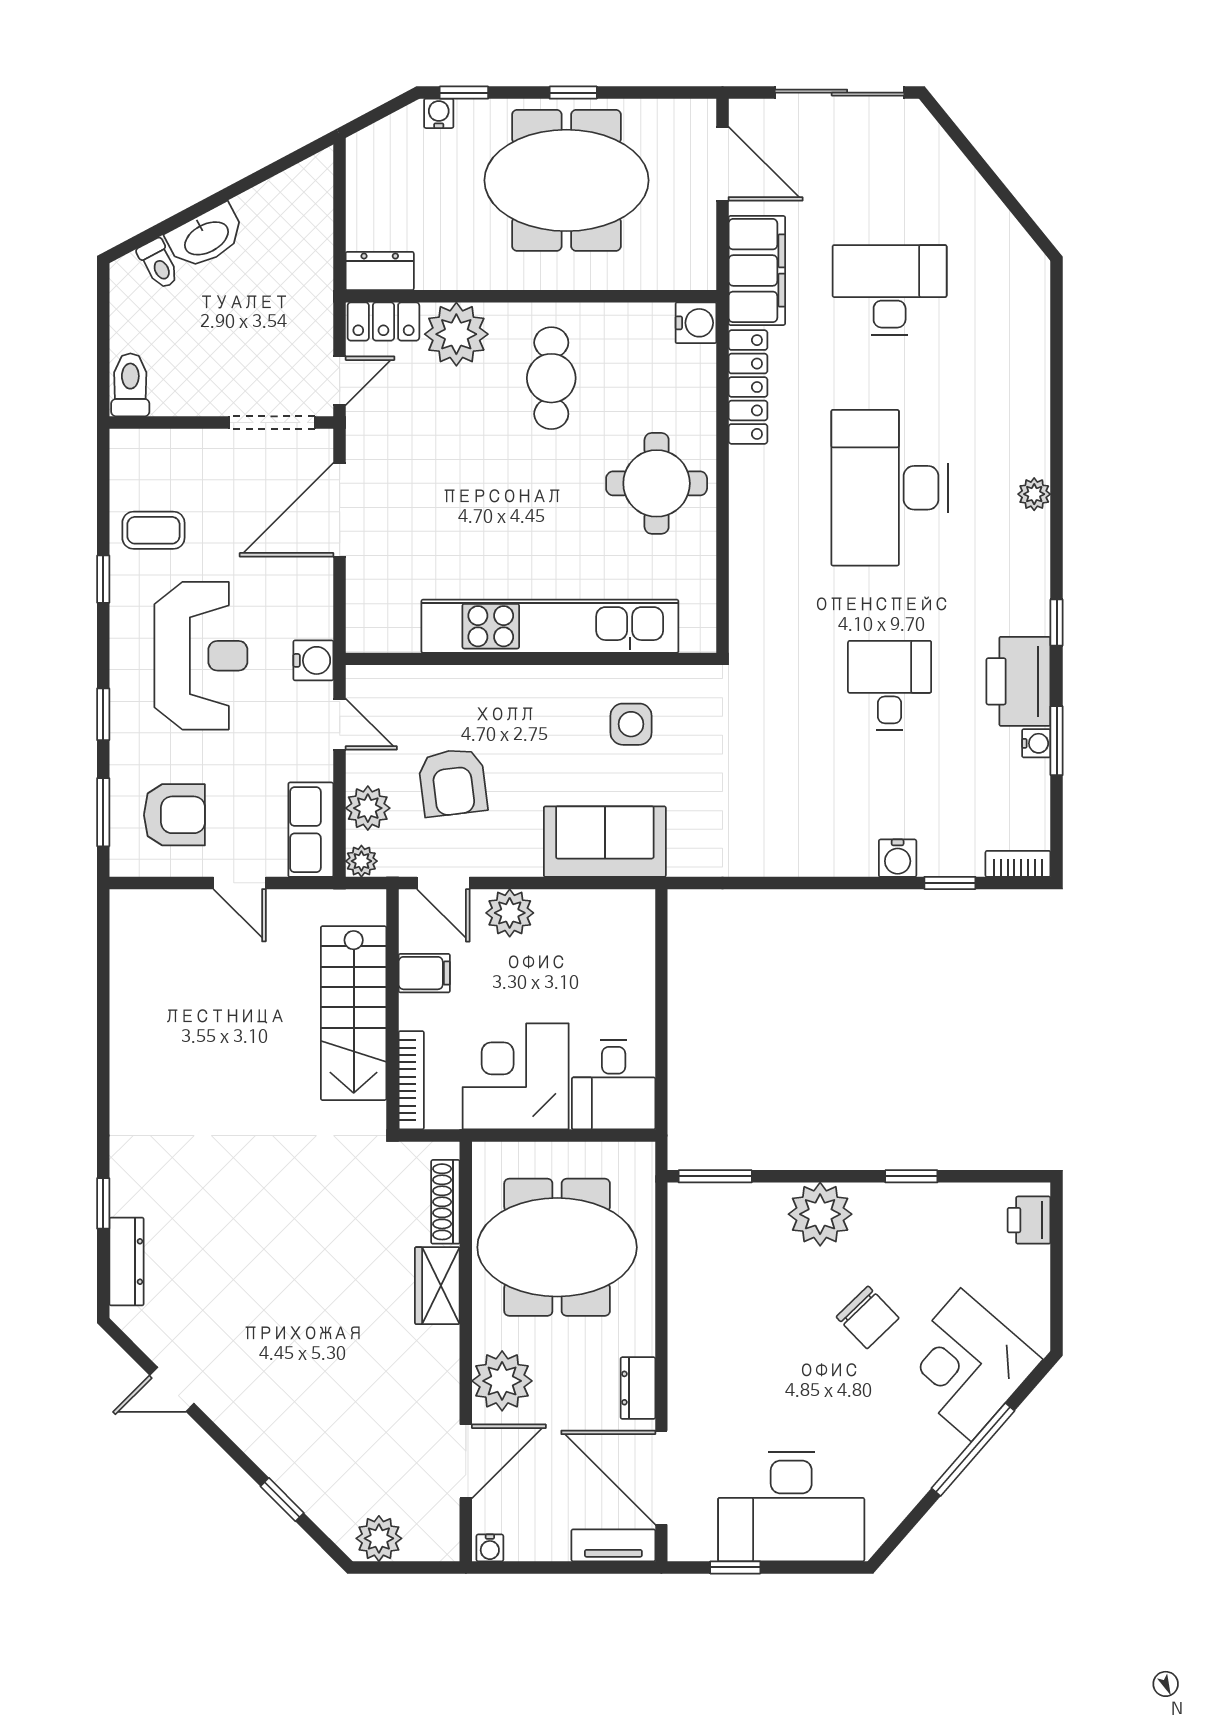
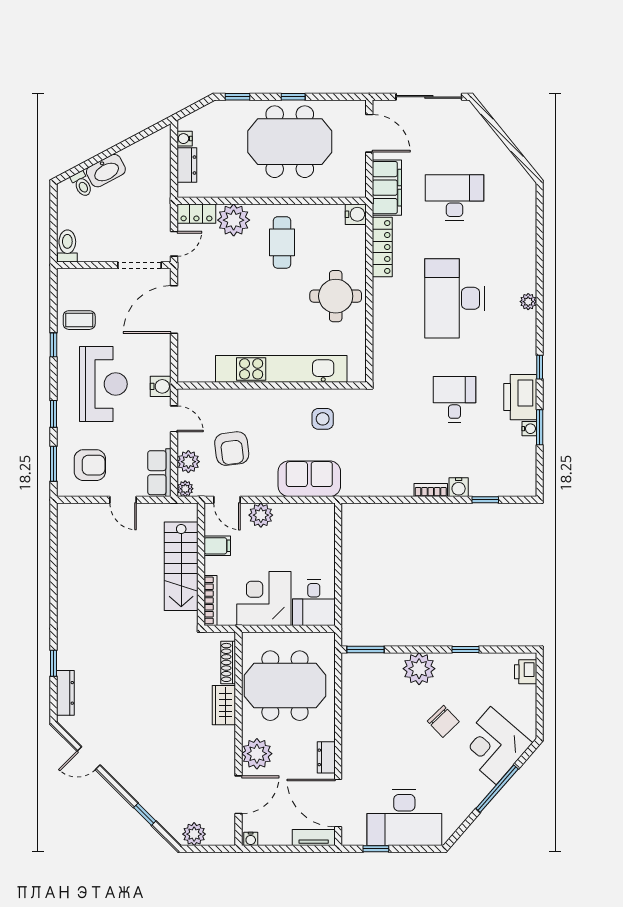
water cooler: (439, 113) -> (185, 139), moved, turned -90
dresser: (380, 271) -> (187, 165), moved, turned 90
bookcase: (1018, 864) -> (431, 490), moved

